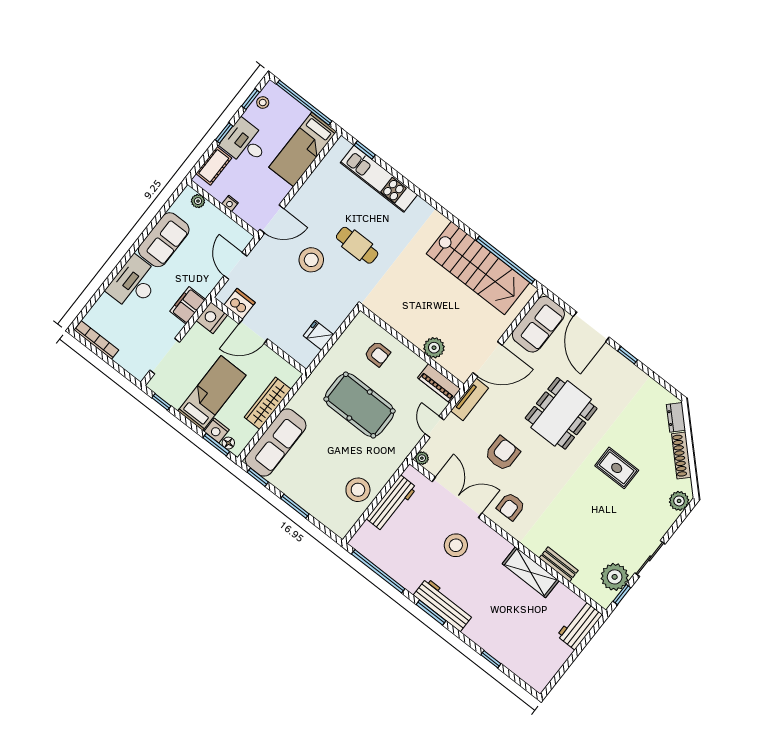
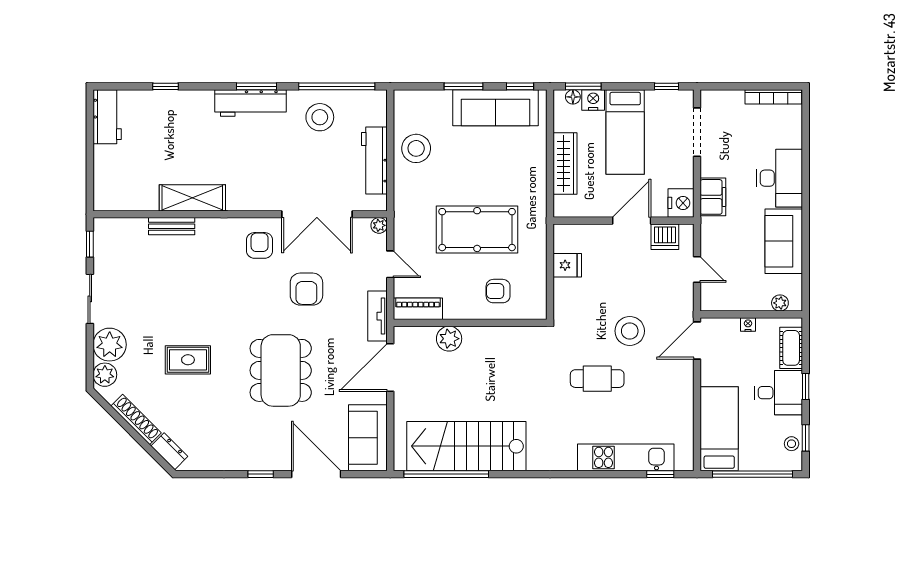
door: (235, 266) -> (697, 269), width x0.73
sofa: (276, 443) -> (495, 108), moved, turned -90
stool: (456, 545) -> (320, 117), moved
plant: (615, 577) -> (110, 345), moved
workbench: (580, 625) -> (107, 117), moved

